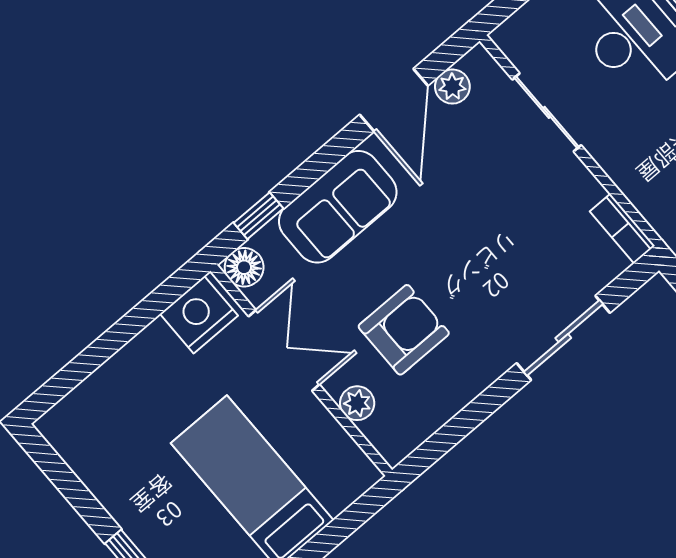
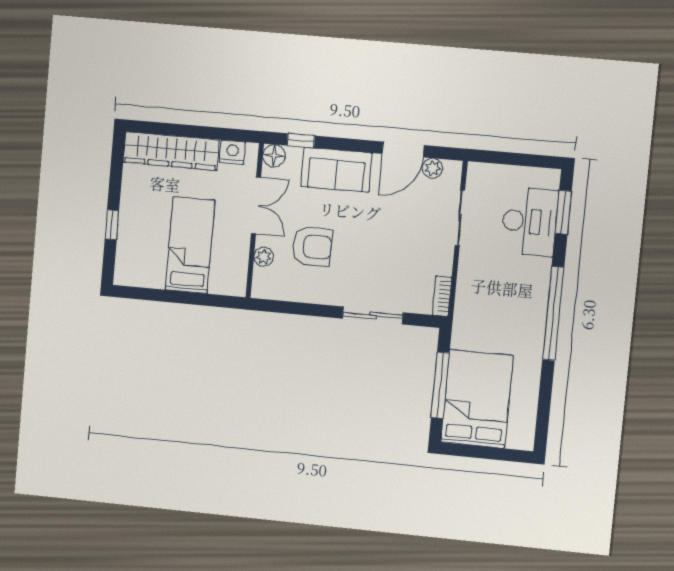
nightstand: (199, 315) -> (232, 152), width x0.74, depth x0.75
wardrobe: (111, 390) -> (171, 151), added

